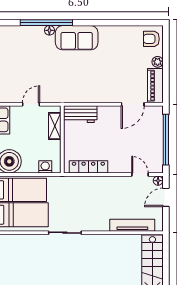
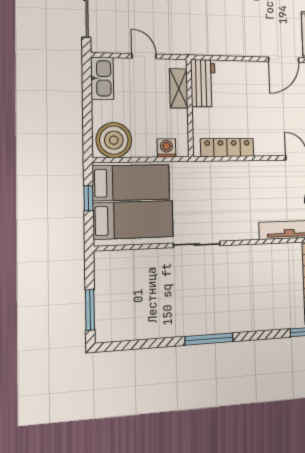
door: (31, 104) -> (144, 56), hinge flipped
workbench: (80, 114) -> (203, 83), moved, turned -90

